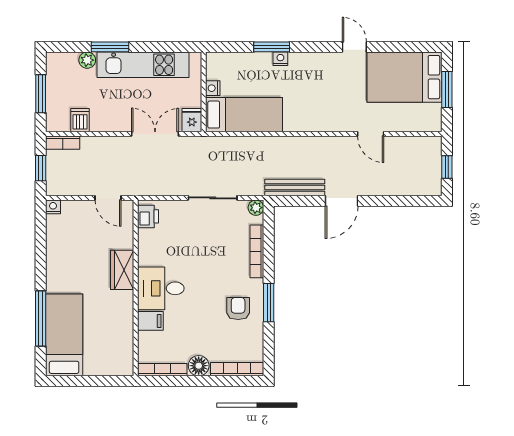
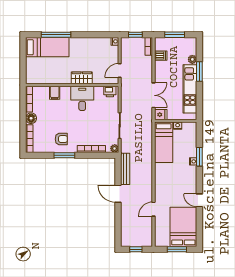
door: (354, 47) -> (199, 200), swing flipped
desk: (161, 288) -> (82, 98), moved

